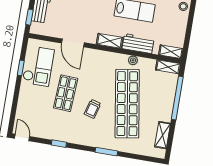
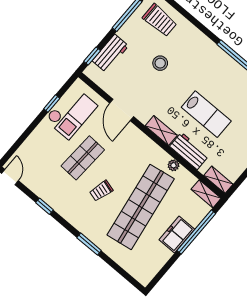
freezer: (164, 108) -> (177, 235), added
shelving: (163, 135) -> (158, 262), removed

